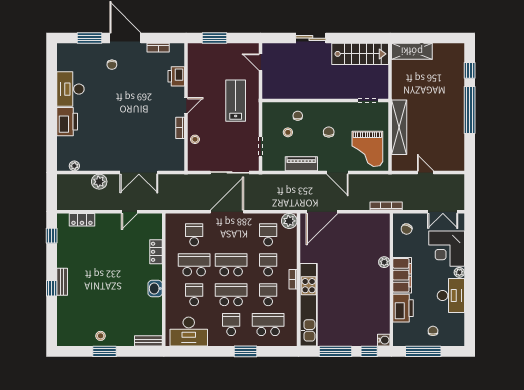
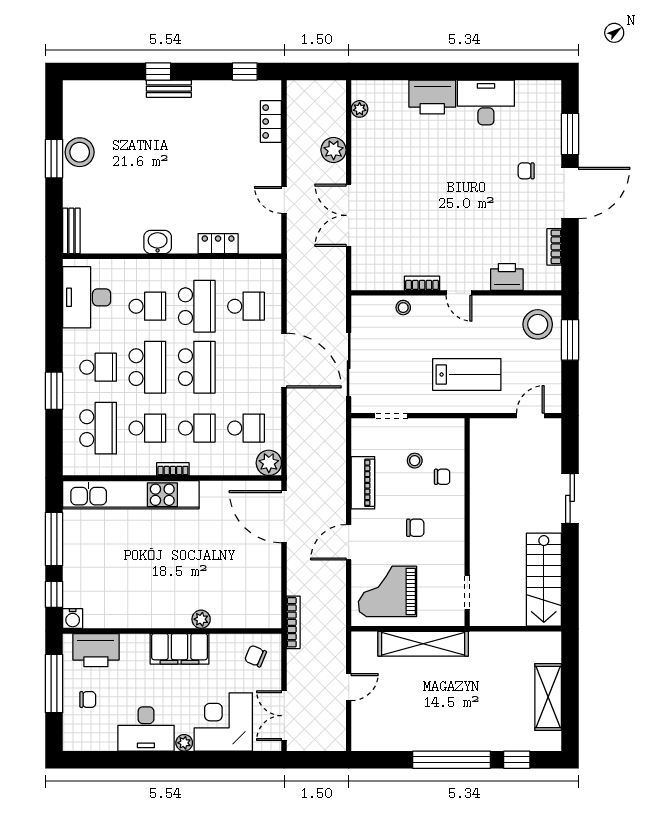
shelving: (412, 51) -> (548, 697), moved
stool: (205, 58) -> (538, 324), added
printer: (403, 308) -> (96, 650), moved
stool: (101, 336) -> (80, 152), width x1.89, depth x1.89

